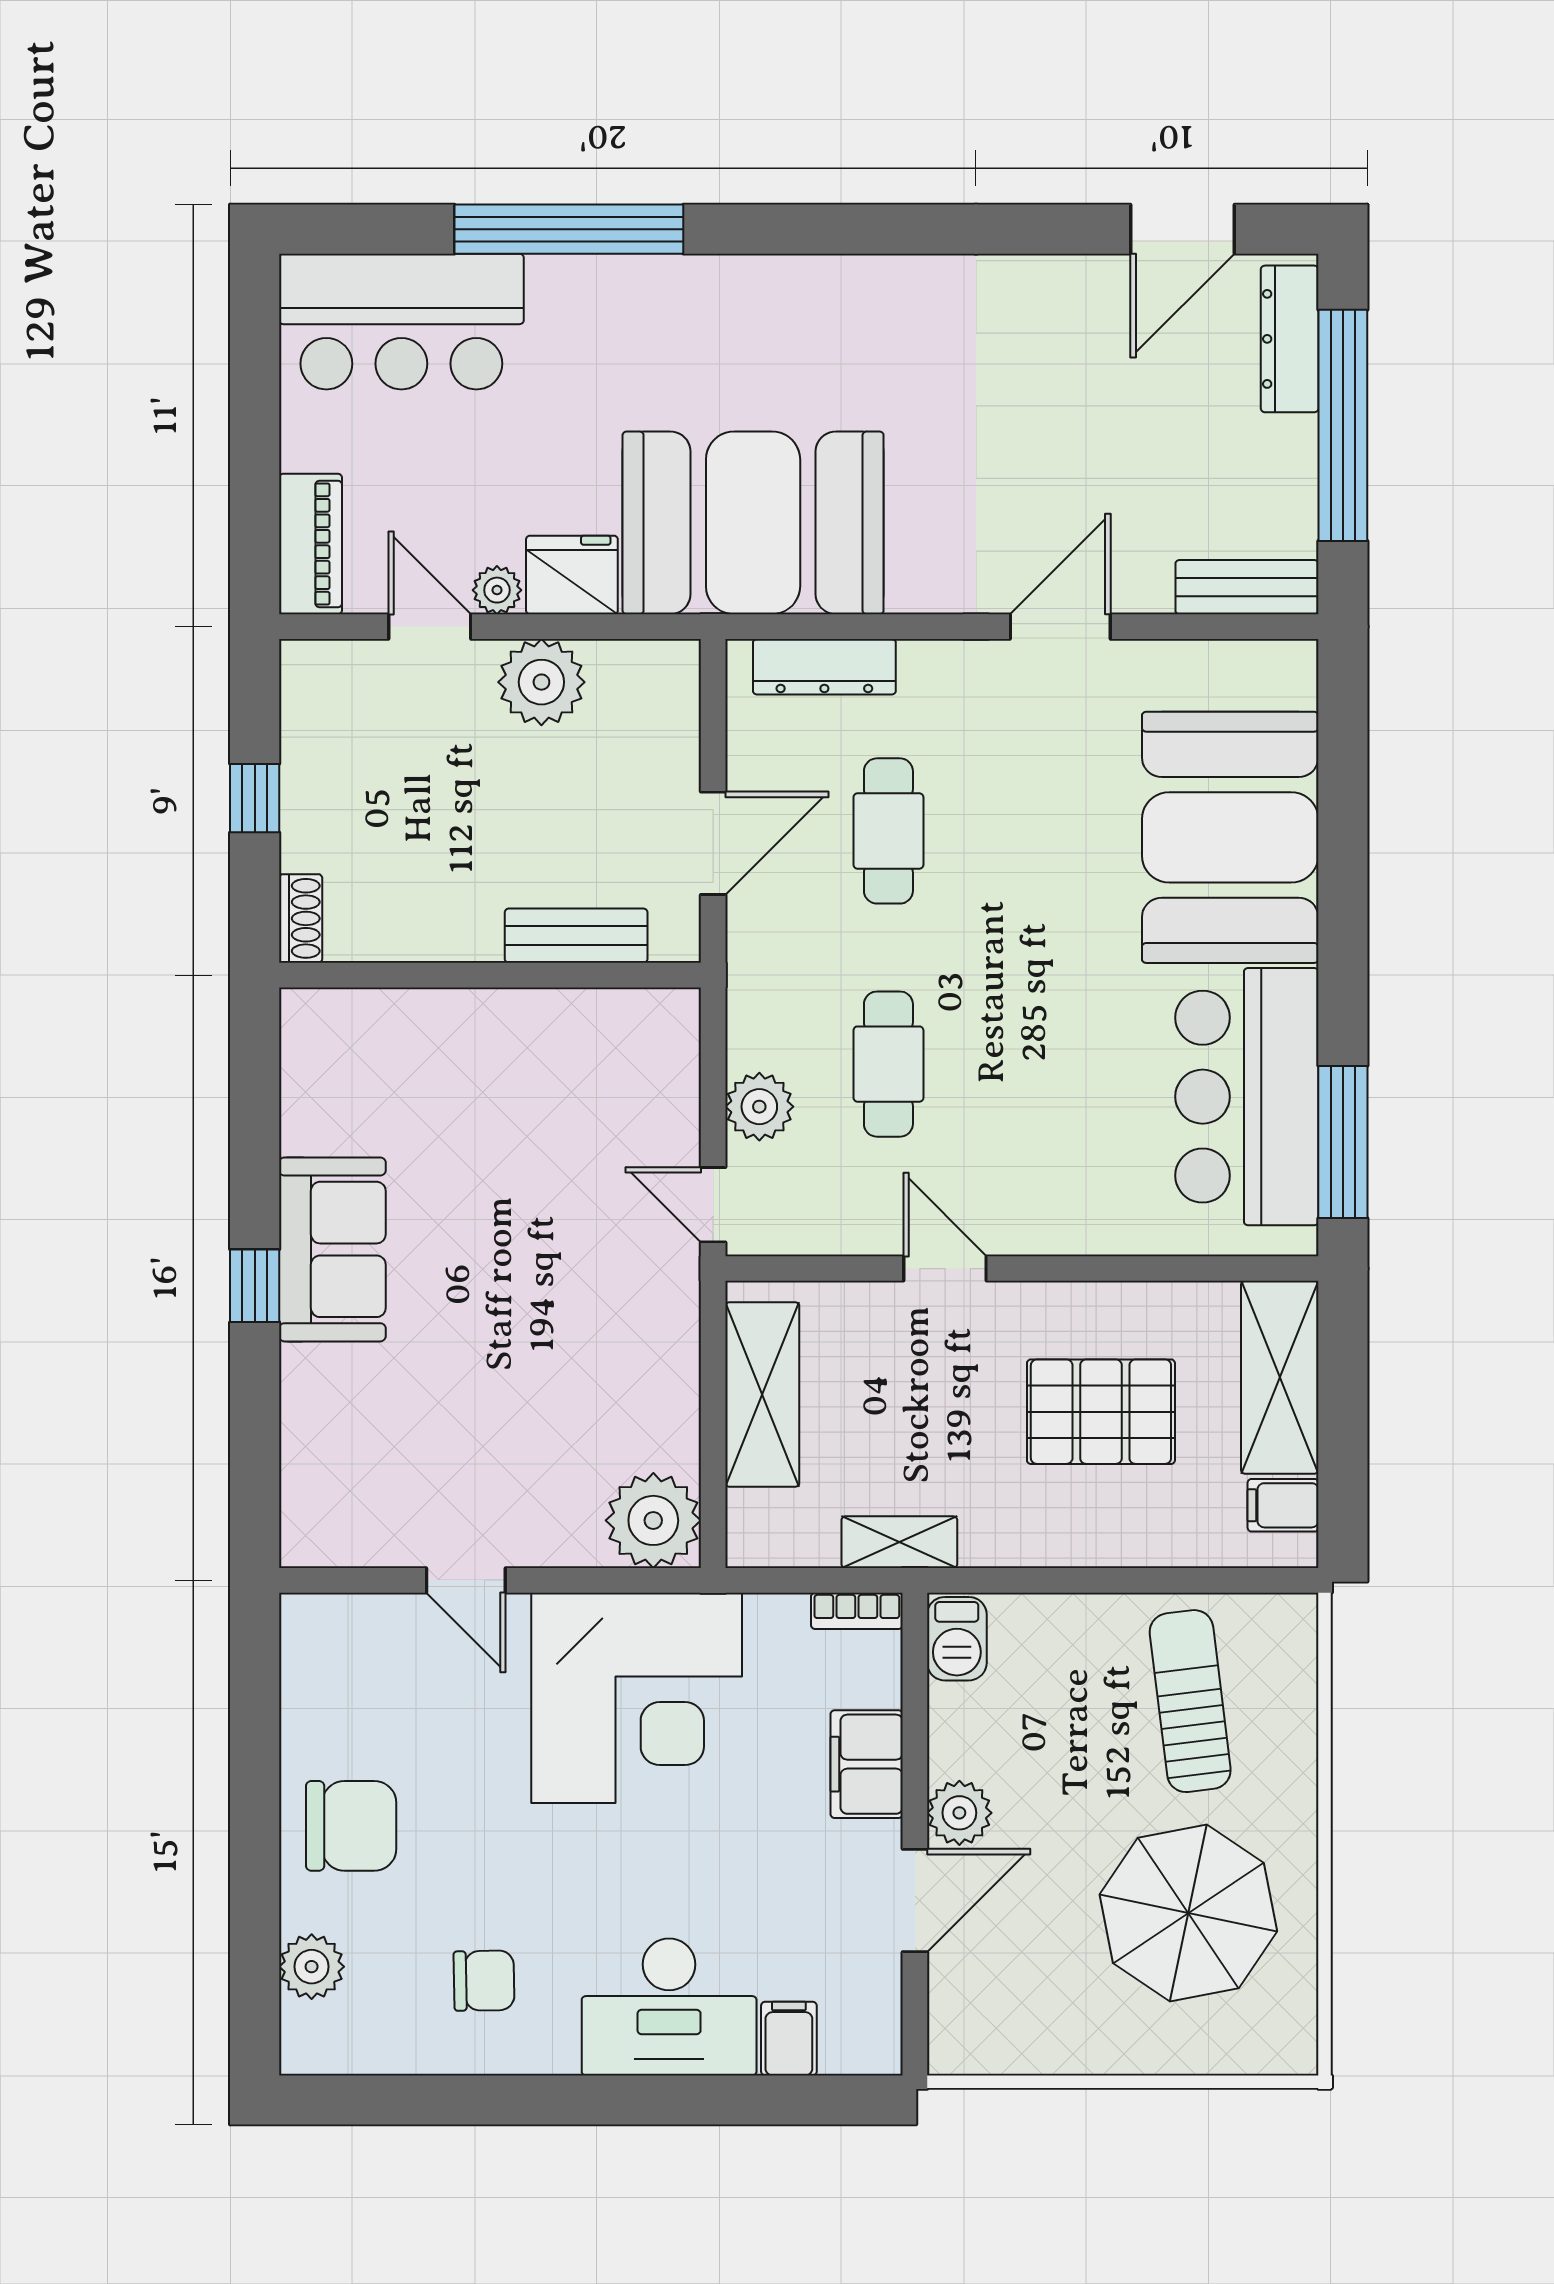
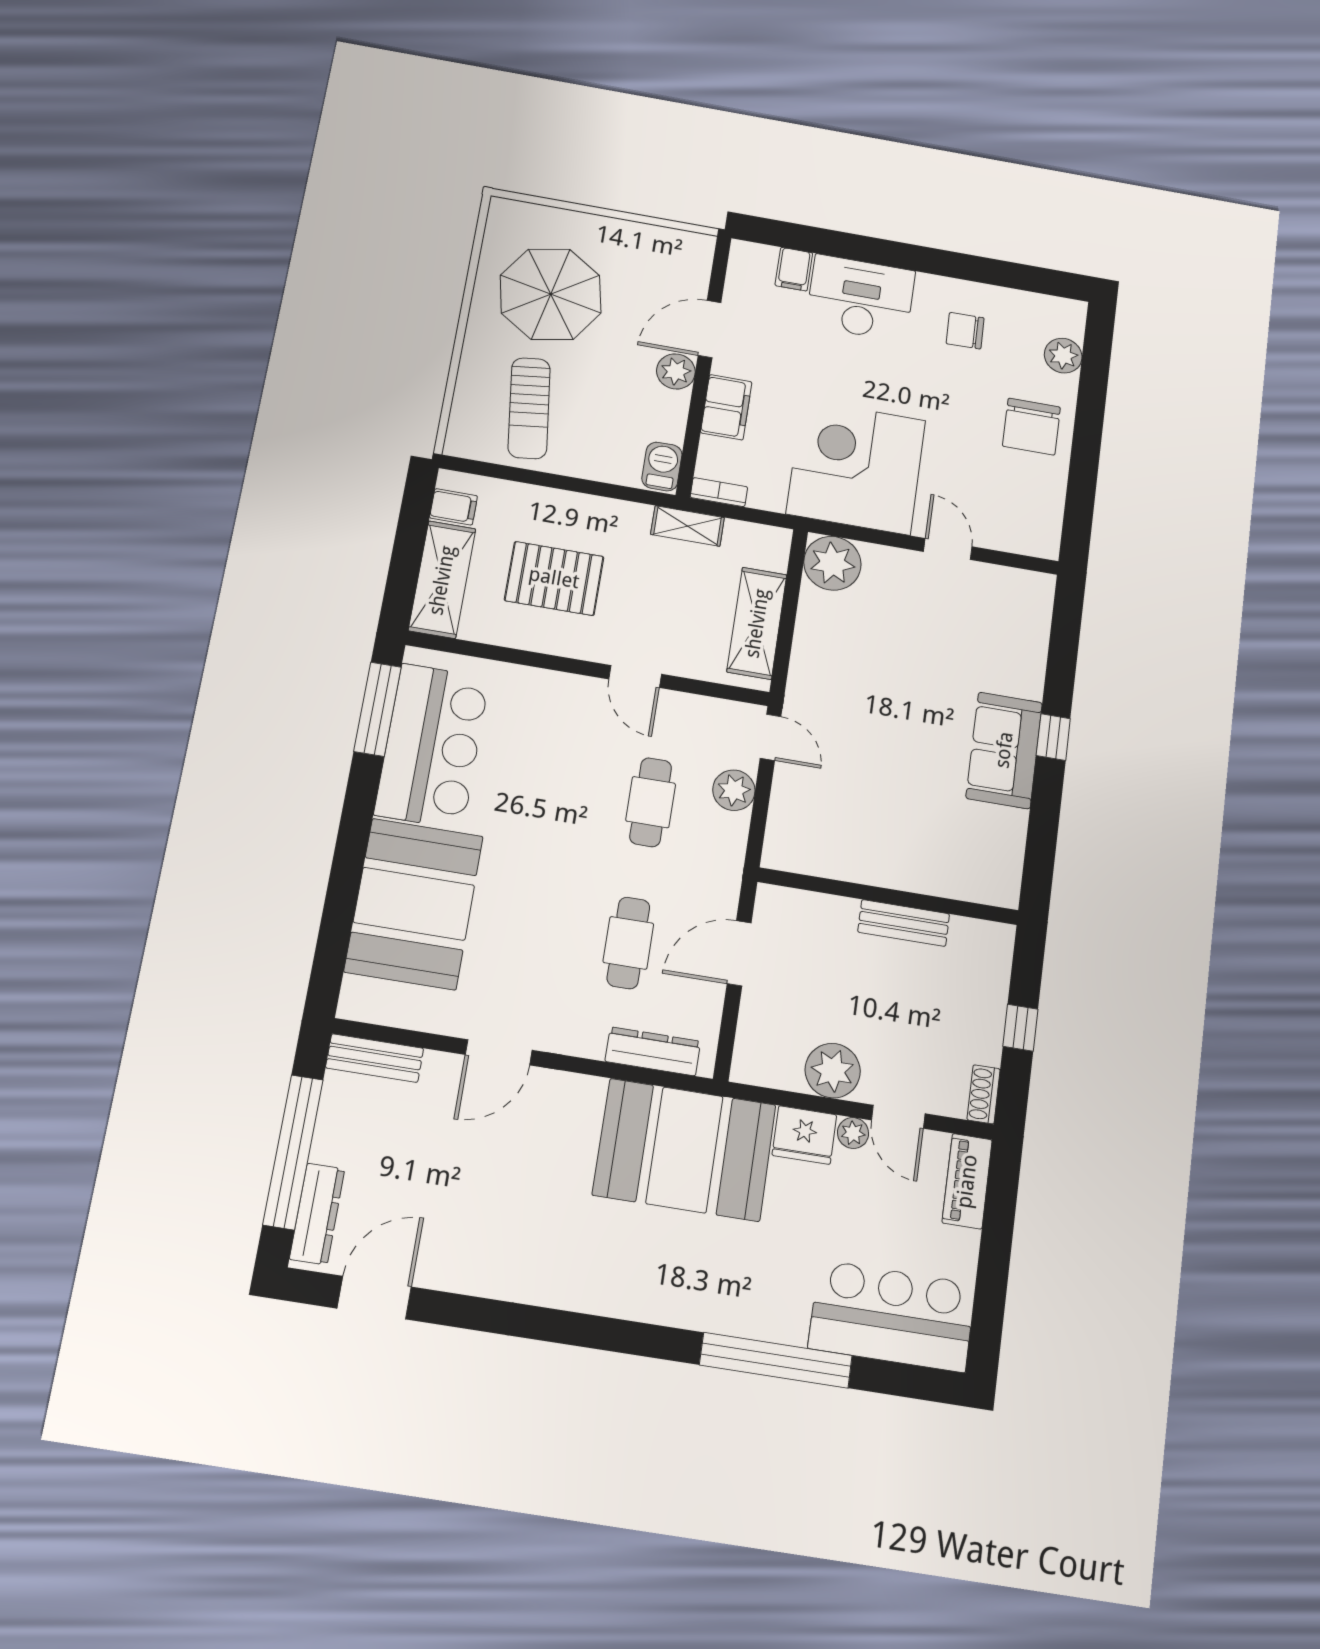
shoe rack: (301, 918) -> (984, 1094), moved
bench: (576, 936) -> (904, 923), moved
chair: (351, 1826) -> (1031, 427), turned -90

